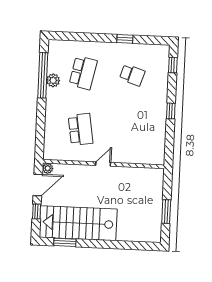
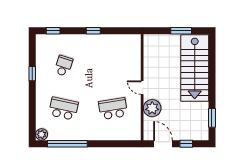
plant: (53, 80) -> (42, 134), moved
plant: (48, 168) -> (152, 108), moved, width x1.87, depth x1.87
stairs: (78, 223) -> (195, 68), moved

